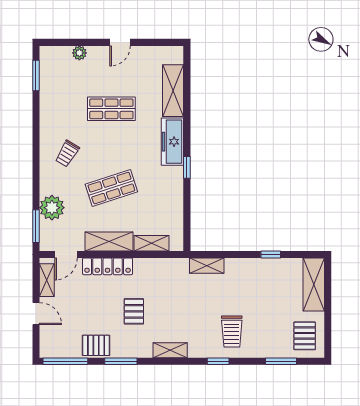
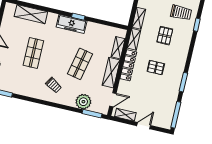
freezer: (172, 142) -> (72, 24), moved
shop shelf: (111, 188) -> (80, 64), turned 30
door: (66, 254) -> (113, 100), hinge flipped
locker: (108, 266) -> (128, 65), moved
pallet: (96, 345) -> (165, 36), moved
shelving: (170, 350) -> (134, 39), moved

